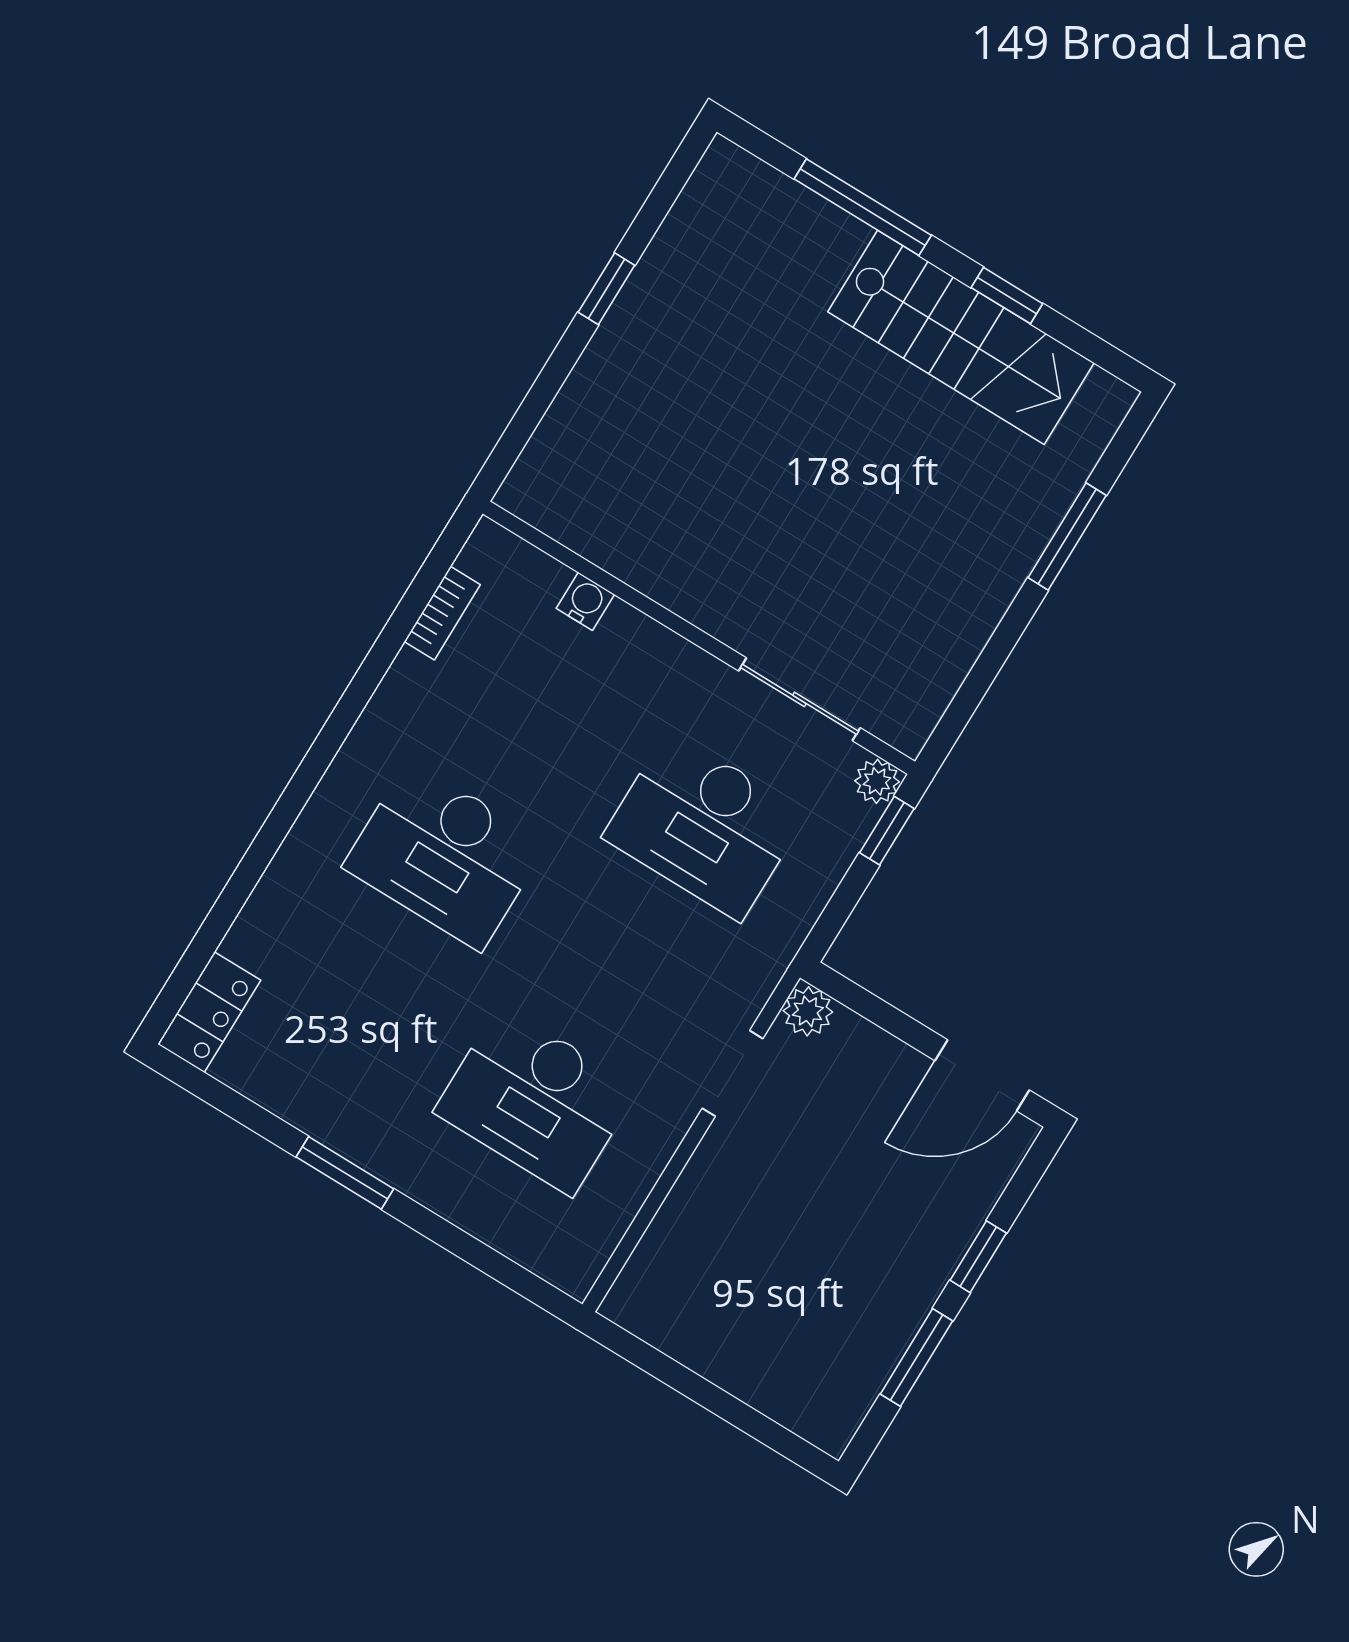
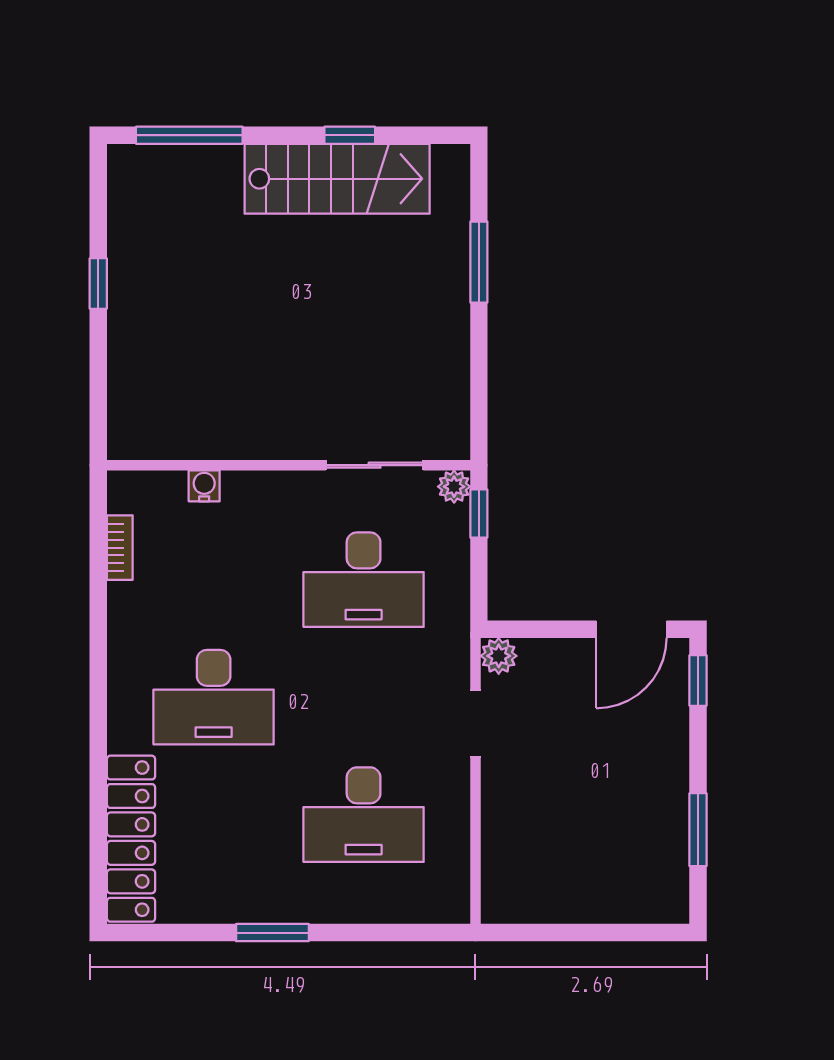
window: (863, 207) -> (189, 135), moved
locker: (209, 1012) -> (131, 839), width x2.16, depth x1.21
window: (978, 1257) -> (698, 680), moved

